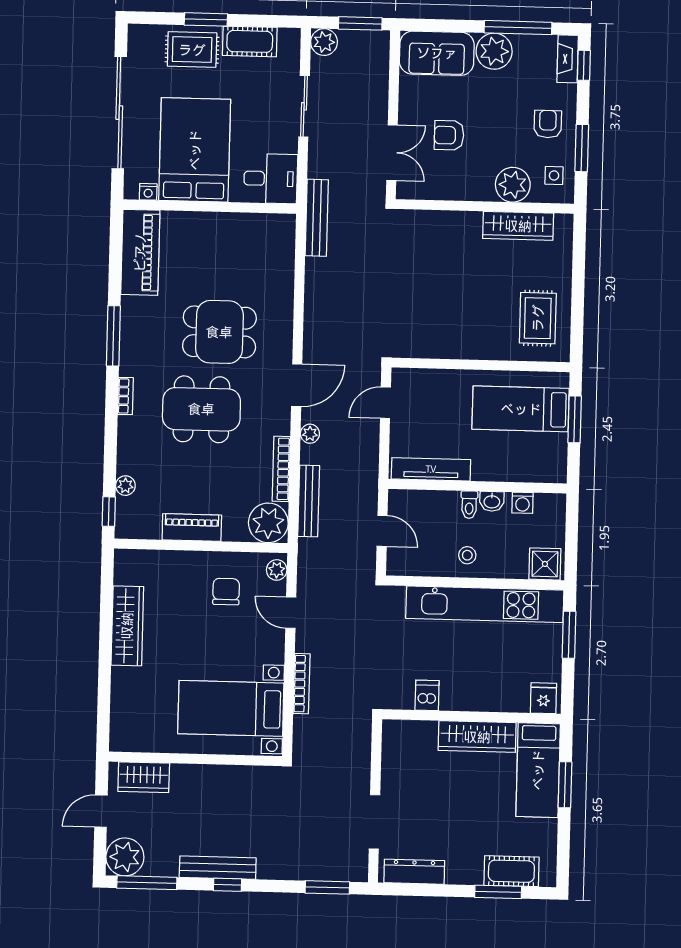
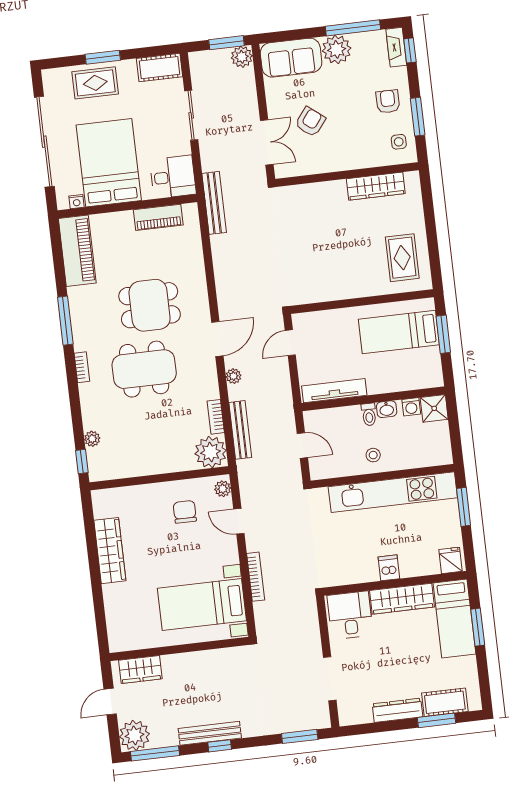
cot: (250, 41) -> (160, 68), moved
plant: (324, 42) -> (242, 57), moved
armchair: (449, 135) -> (310, 122), turned 128
plant: (513, 185) -> (367, 154), removed
bookcase: (281, 469) -> (216, 417), width x0.64
piano: (192, 527) -> (158, 217), moved, turned 180
shower: (545, 564) -> (434, 408), moved
dishwasher: (427, 695) -> (389, 568), moved
desk: (411, 748) -> (350, 615), added
dresser: (414, 872) -> (397, 710), moved

